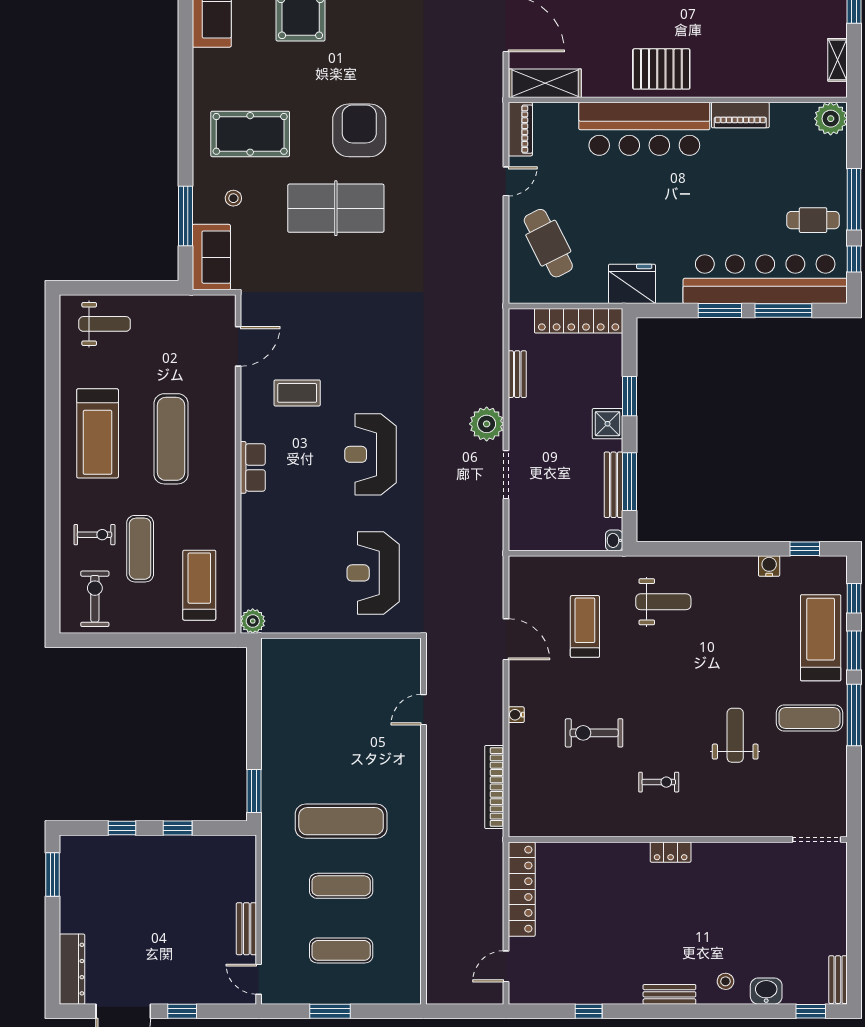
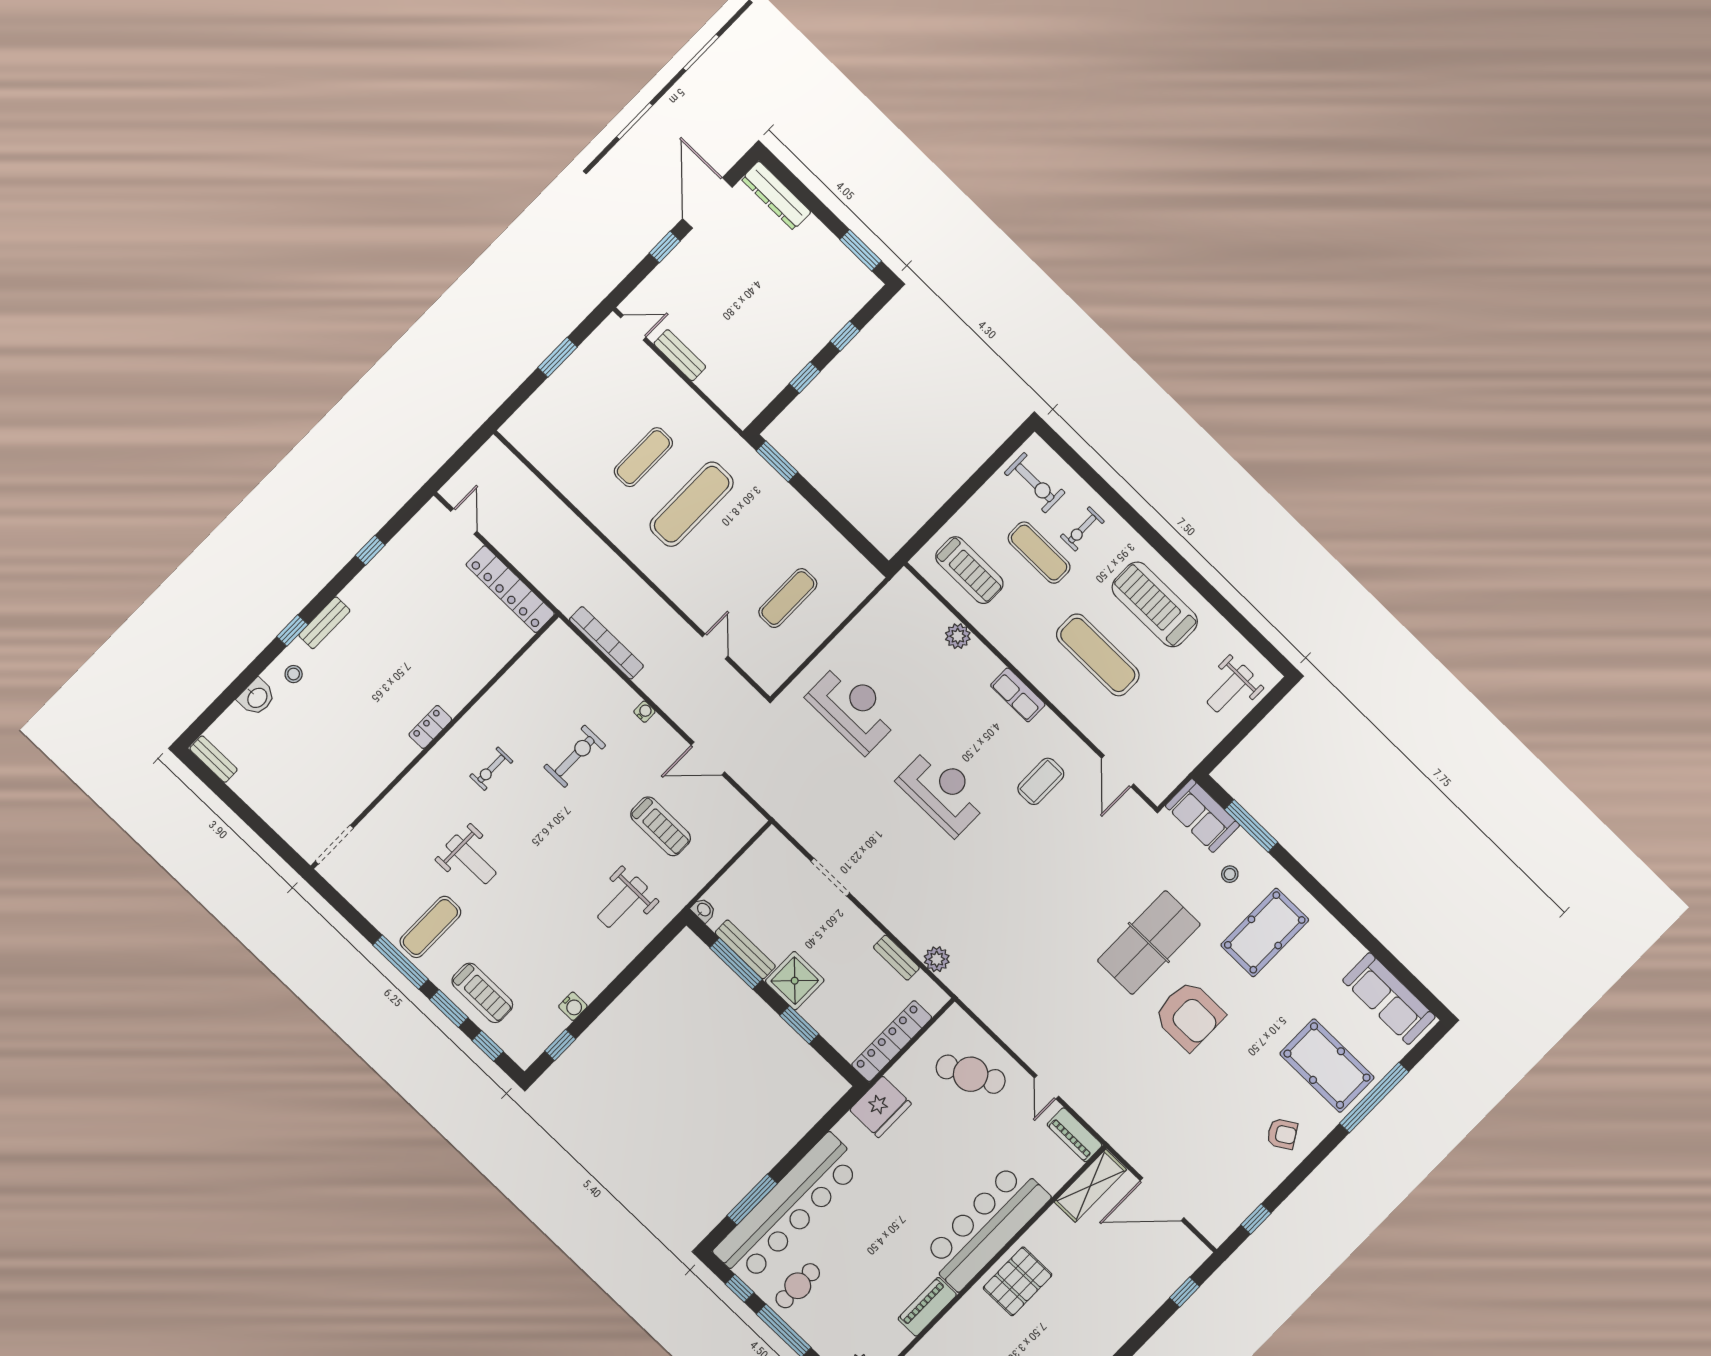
window: (720, 311) -> (798, 1153), removed
plant: (487, 424) -> (937, 959), moved, width x0.73, depth x0.73
shower: (608, 424) -> (795, 981), width x1.36, depth x1.36
plant: (253, 621) -> (958, 636), moved
treadmill: (821, 638) -> (482, 993), width x0.73, depth x0.73
exercise mat: (341, 950) -> (788, 598), moved
window: (811, 1011) -> (292, 630), moved

